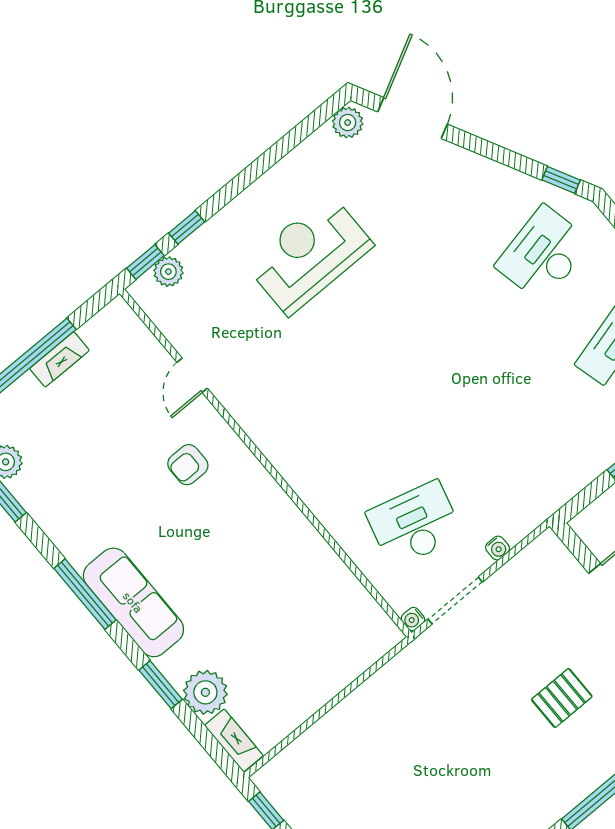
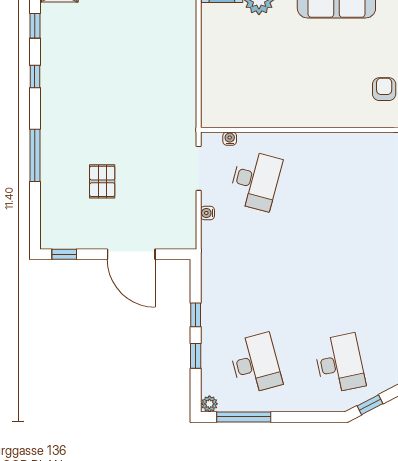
water cooler: (413, 619) -> (230, 139), moved

